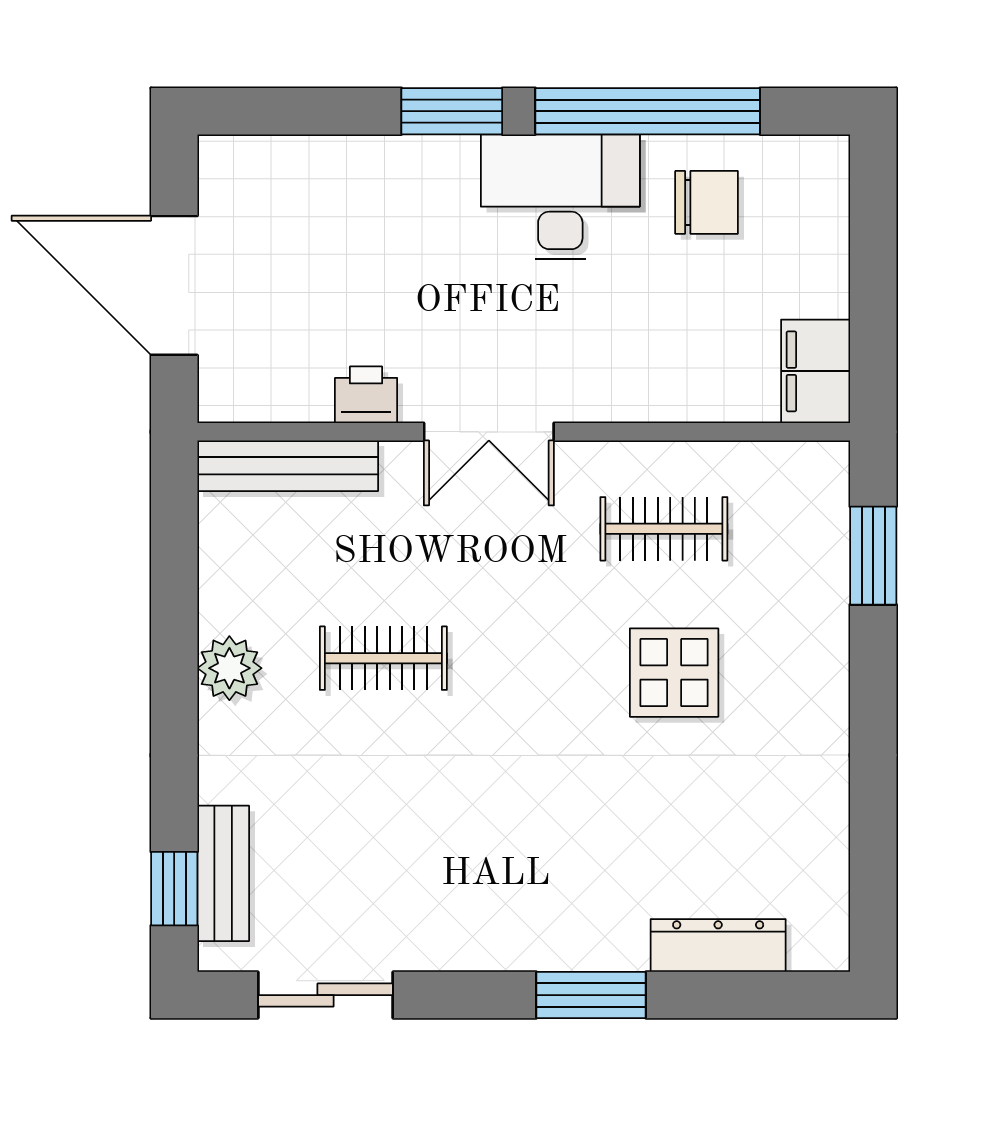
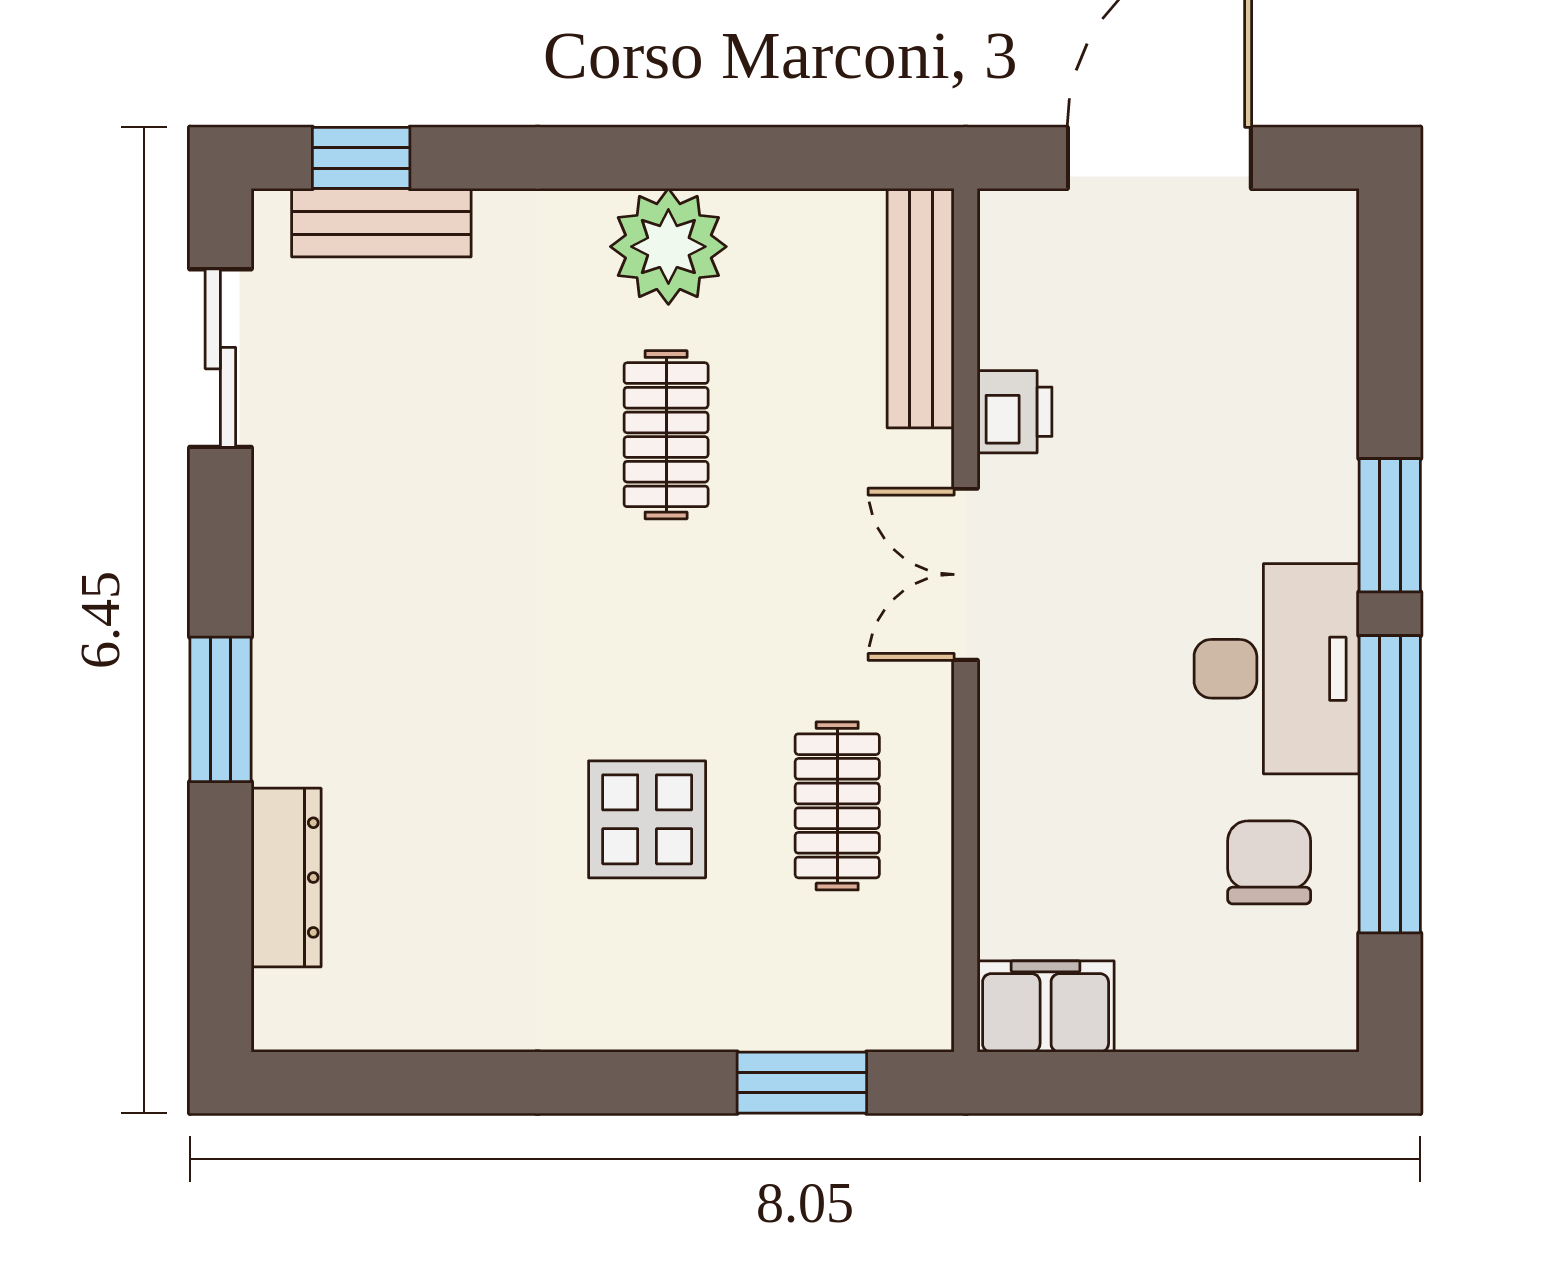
chair: (707, 202) -> (1269, 862), turned 180
plant: (229, 668) -> (668, 247), width x1.36, depth x1.36

